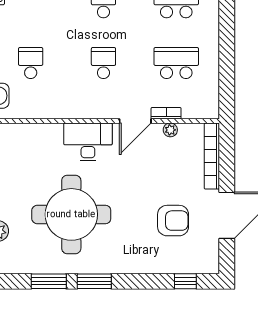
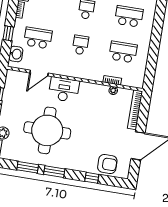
school desk: (31, 63) -> (38, 38), width x1.85
door: (135, 121) -> (39, 73), moved
armchair: (173, 221) -> (107, 164), moved
window: (185, 281) -> (92, 178), moved

